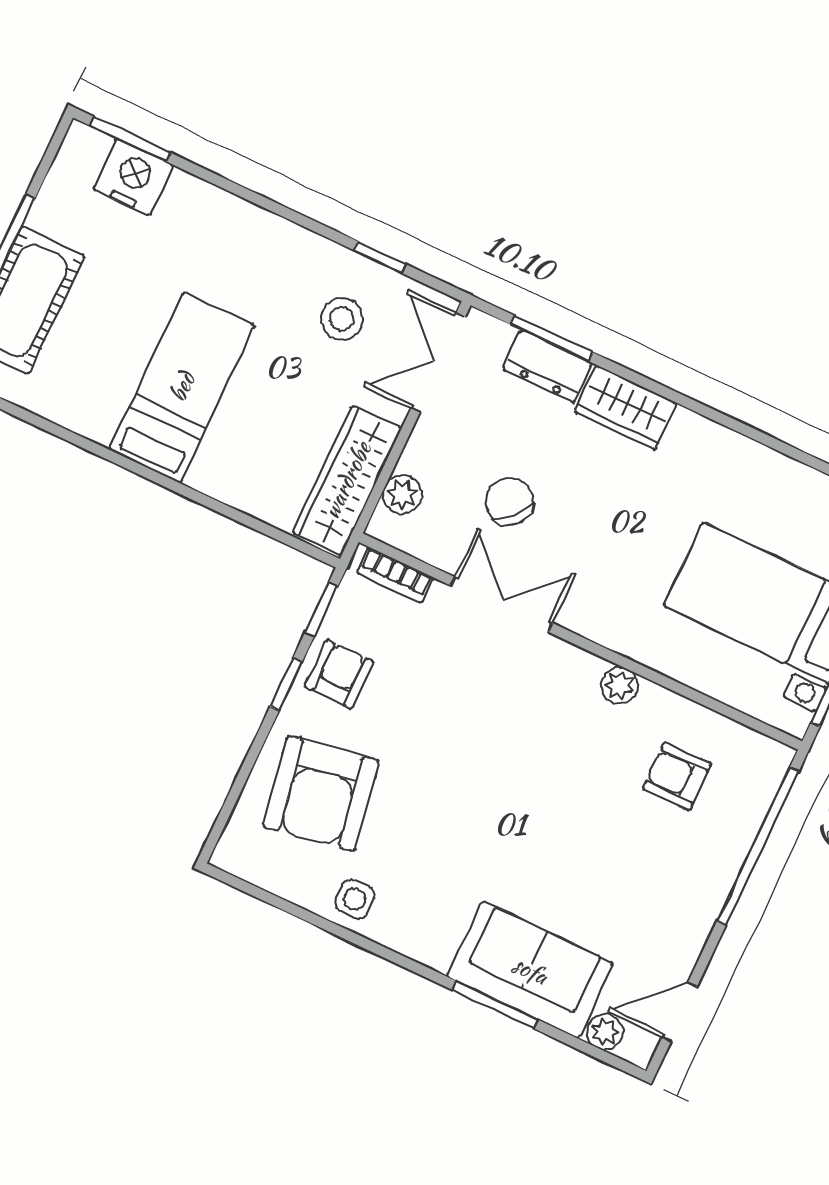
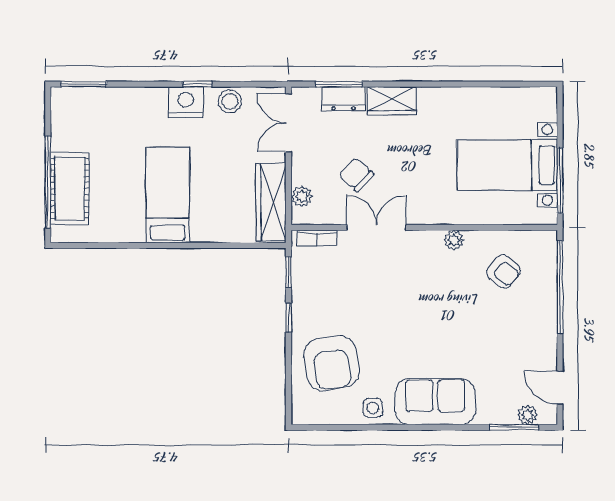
nightstand: (133, 177) -> (186, 102), moved
window: (380, 257) -> (197, 84), moved
stool: (342, 319) -> (230, 101), moved
armchair: (339, 674) -> (312, 300), removed
armchair: (677, 776) -> (503, 271), turned -141
sofa: (530, 970) -> (435, 402), moved
window: (495, 1005) -> (514, 427), moved
door: (679, 1012) -> (560, 388), hinge flipped

